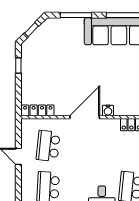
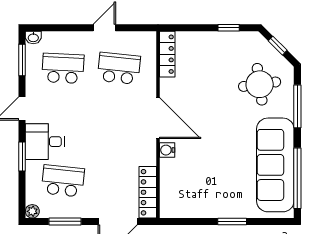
round table: (60, 43) -> (260, 84), added

